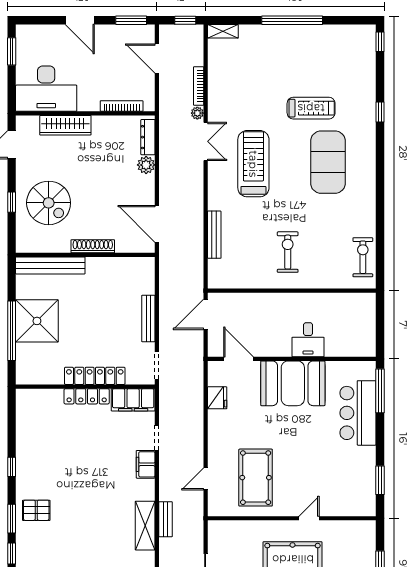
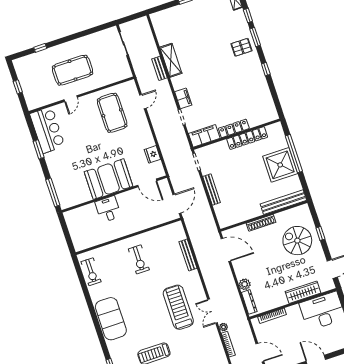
exercise mat: (328, 162) -> (111, 319), moved
treadmill: (253, 164) -> (178, 307), turned 180
locker: (95, 376) -> (247, 138), moved
bar counter: (358, 413) -> (47, 130), moved
window: (380, 480) -> (39, 149), moved

